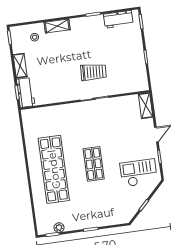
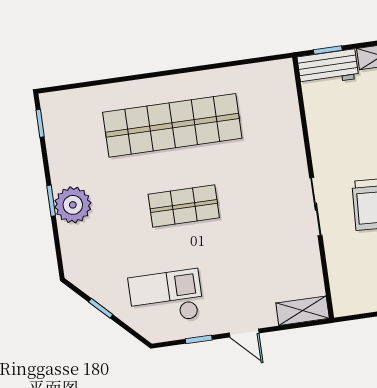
checkout: (139, 173) -> (166, 297), turned -90
plant: (59, 228) -> (73, 205), moved, width x1.88, depth x1.88

